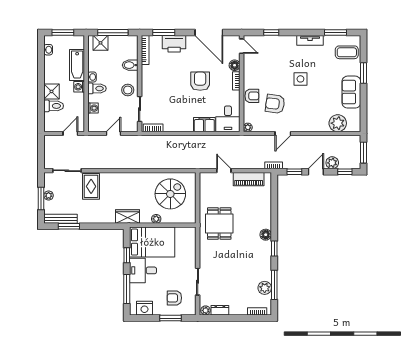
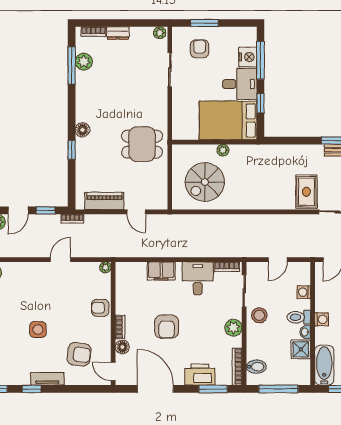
window: (271, 33) -> (32, 389), moved
tv unit: (310, 40) -> (47, 379), moved
shower: (100, 43) -> (301, 349), moved
bathtub: (77, 65) -> (324, 365), moved
bidet: (130, 65) -> (256, 367), moved
plant: (148, 80) -> (233, 328), added
armchair: (275, 104) -> (79, 354), moved
desk: (228, 119) -> (198, 278), moved
wardrobe: (127, 217) -> (260, 153), removed
dining table: (219, 224) -> (142, 144), turned 90
window: (274, 249) -> (72, 150), moved
armchair: (174, 298) -> (200, 49), turned -90
nightstand: (144, 308) -> (248, 57), moved, turned 90
dresser: (220, 310) -> (118, 33), moved

